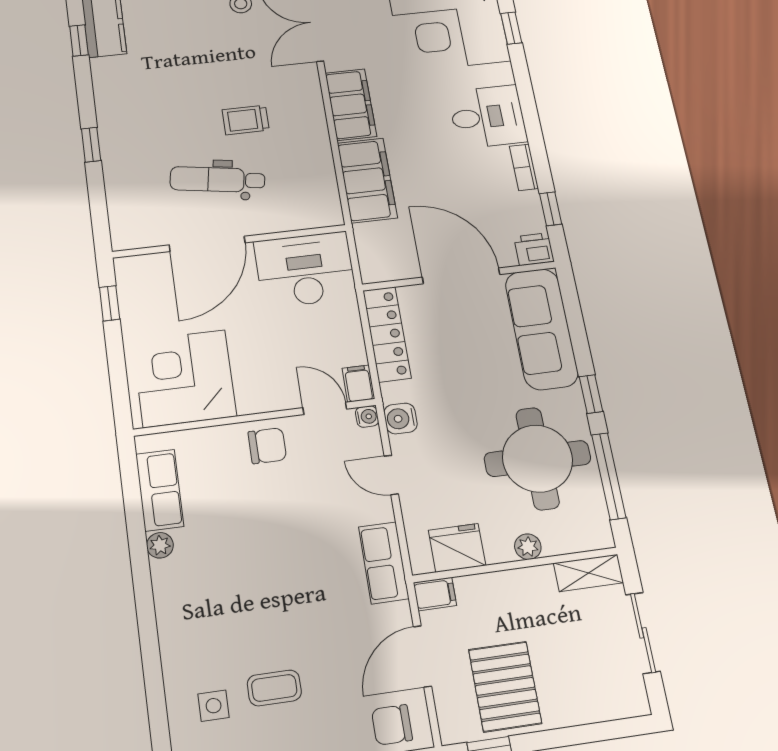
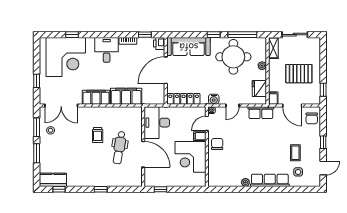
corner desk: (184, 378) -> (190, 157), moved
filing cabinet: (358, 383) -> (200, 136), moved
row of seats: (160, 490) -> (270, 180), moved, width x1.48
pallet: (505, 686) -> (299, 74), moved

